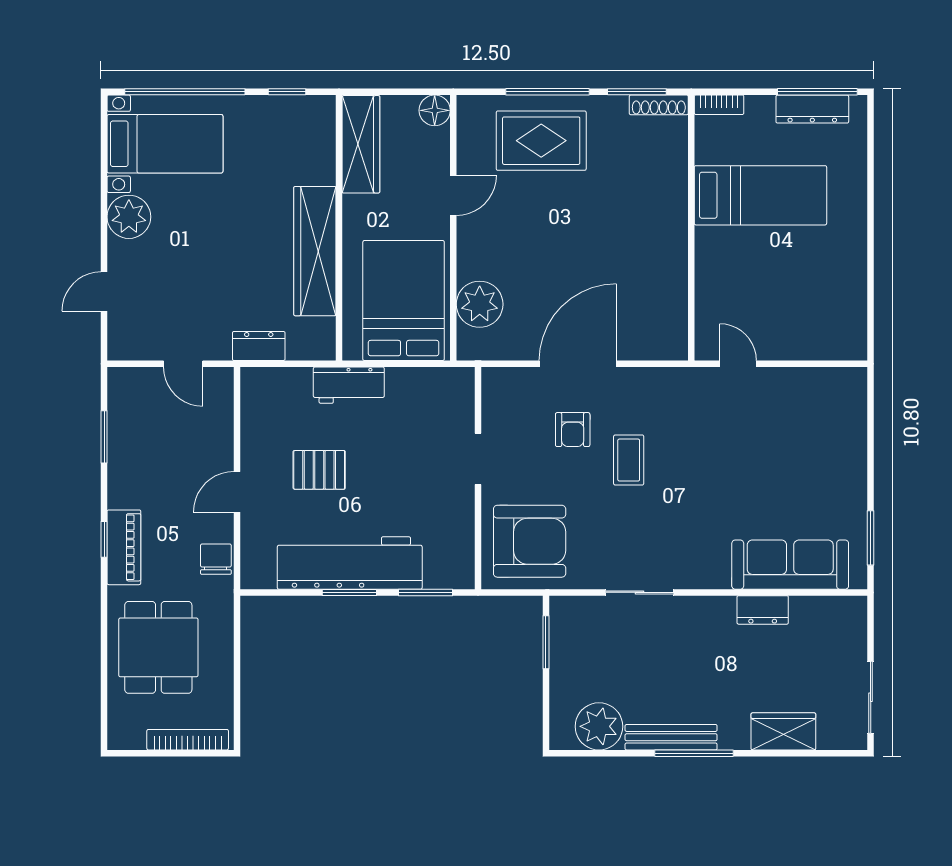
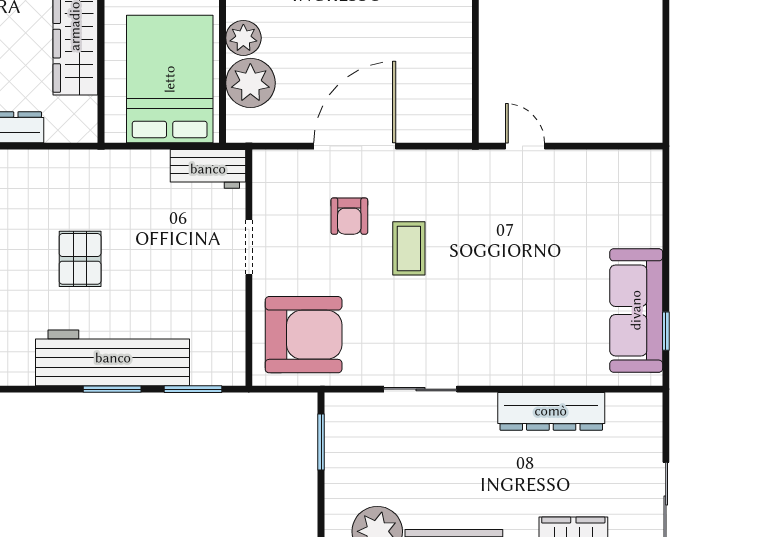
plant: (473, 262) -> (243, 38), added
workbench: (349, 385) -> (208, 169), moved
pallet: (319, 470) -> (80, 259), turned 90
window: (871, 538) -> (666, 331), width x0.67
sofa: (790, 565) -> (636, 310), moved, turned -90
dresser: (763, 610) -> (551, 411), width x1.96, depth x1.24

